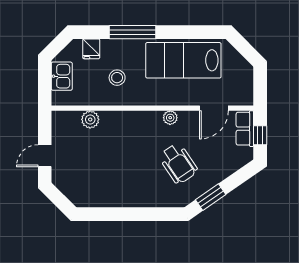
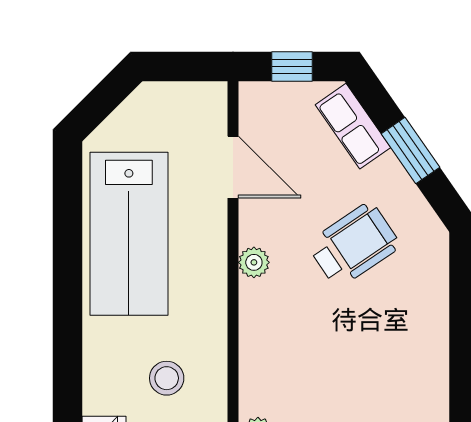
window: (132, 32) -> (68, 345), removed
row of seats: (245, 129) -> (353, 126), moved, turned 55
window: (211, 197) -> (410, 150), moved

